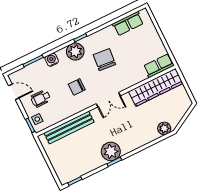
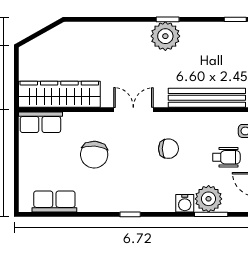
plant: (75, 51) -> (209, 199), moved
chair: (104, 60) -> (94, 155), moved
plant: (164, 128) -> (76, 32), removed

